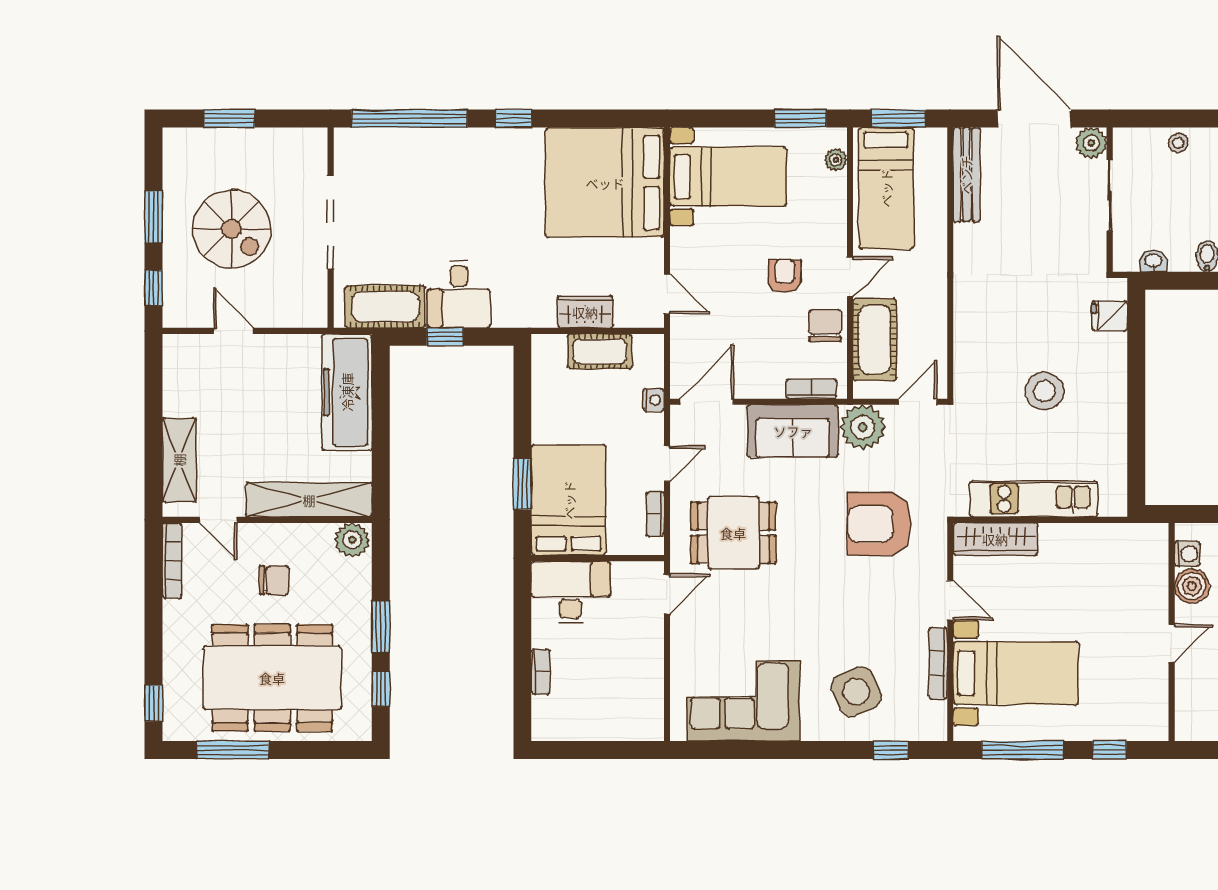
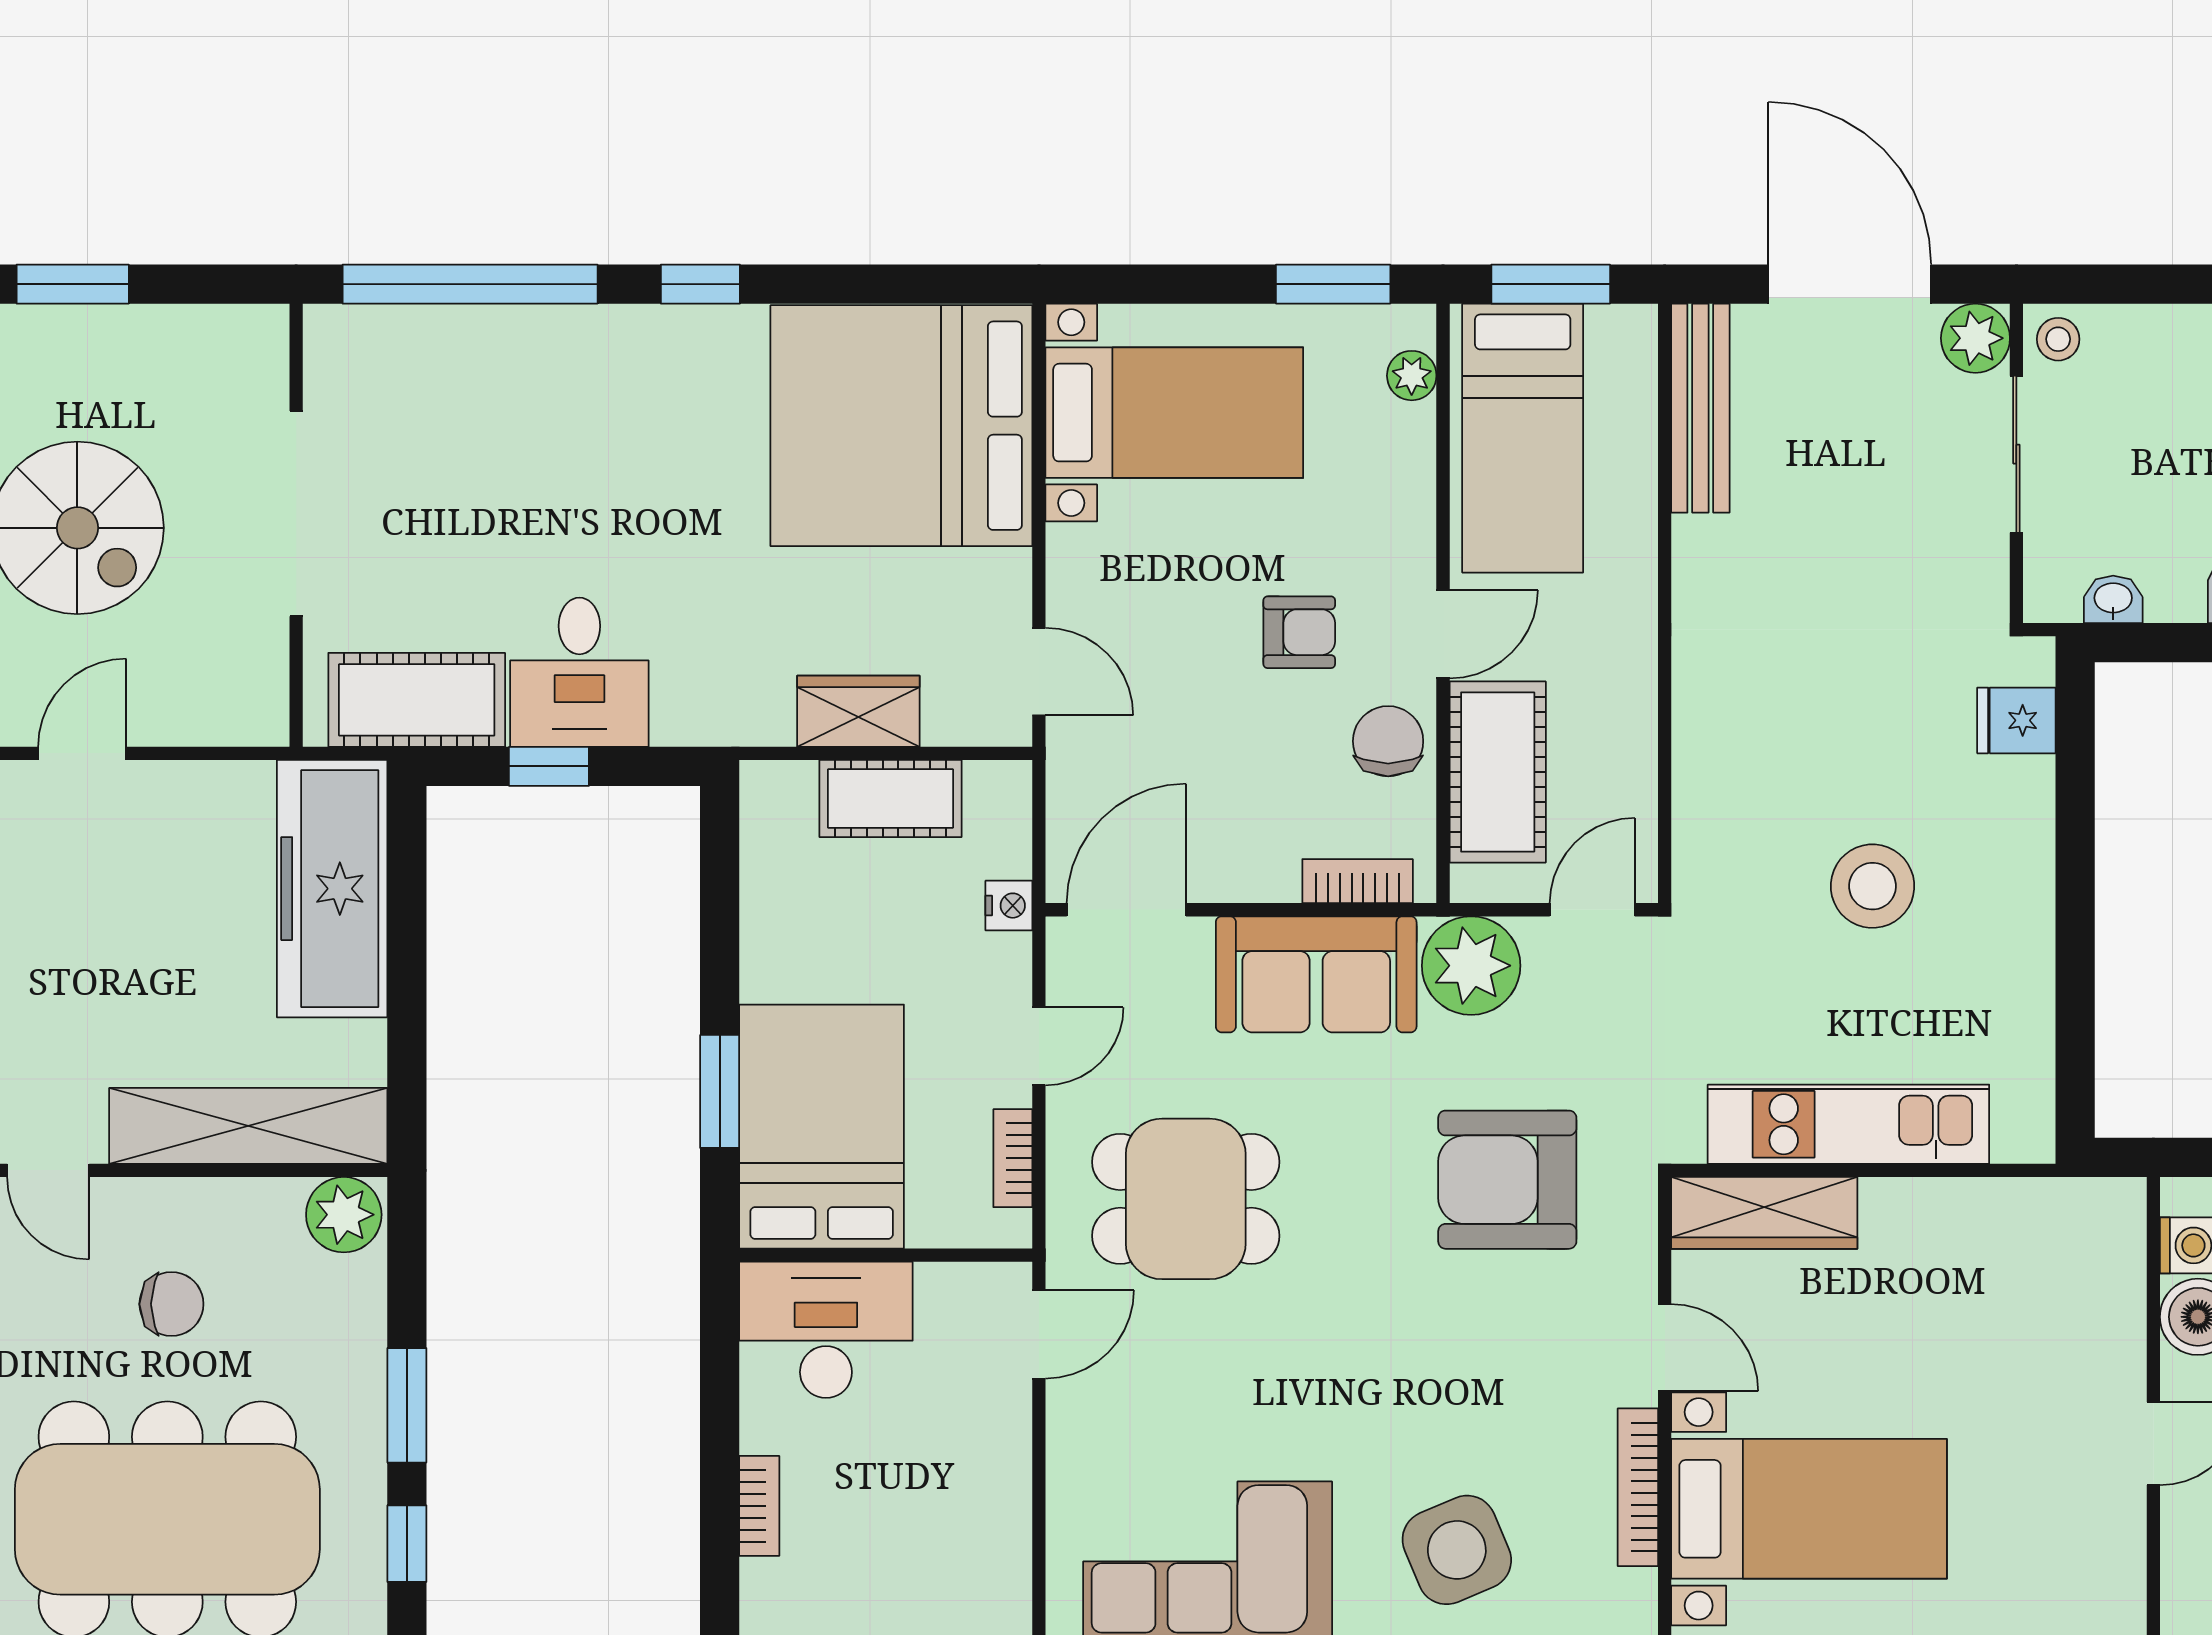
stool: (1178, 143) -> (2058, 339), moved
armchair: (785, 276) -> (1299, 632), turned 90
door: (234, 331) -> (82, 753), hinge flipped

